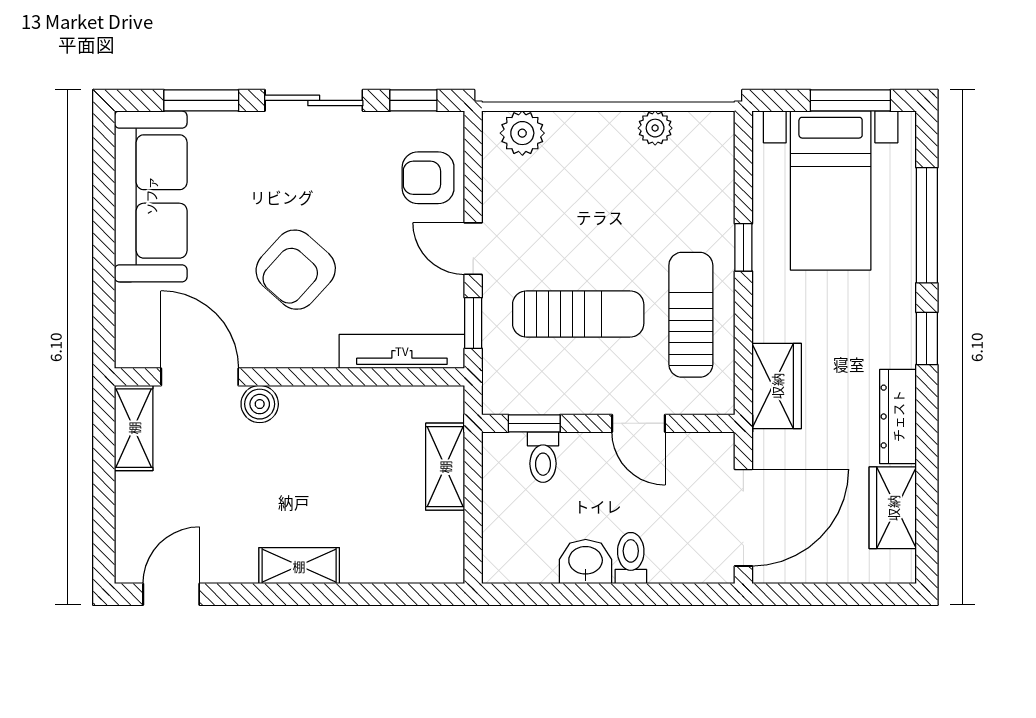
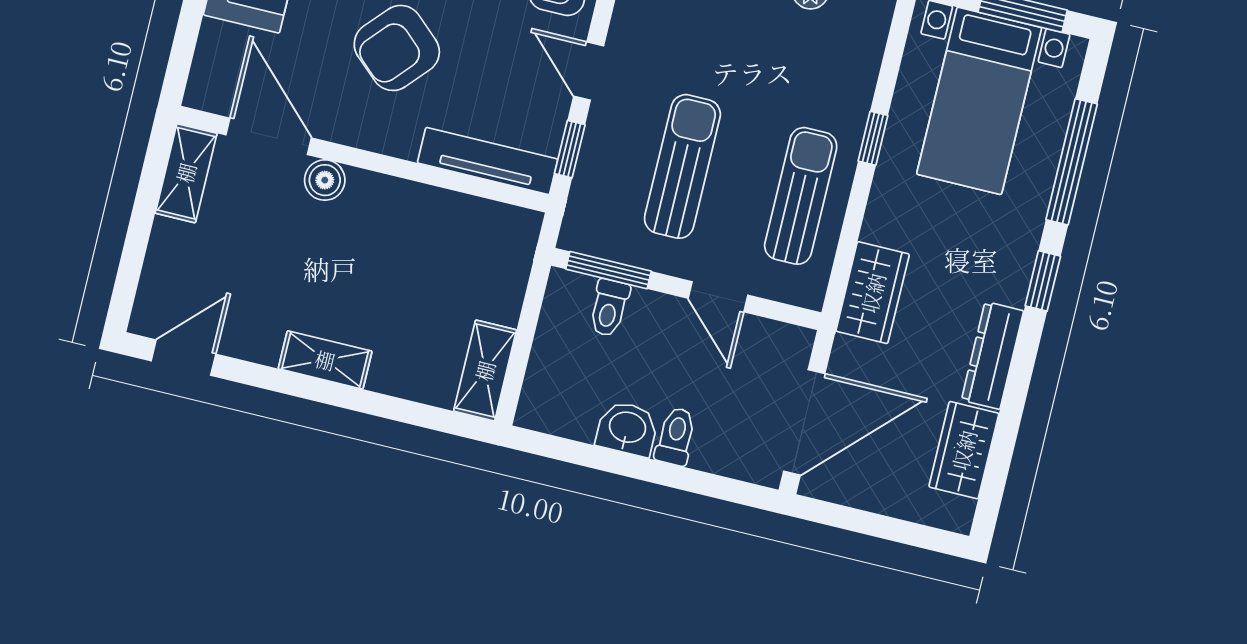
sun lounger: (578, 314) -> (682, 166), turned -90
window: (534, 423) -> (608, 270), width x1.50
shelving: (445, 467) -> (485, 371), moved

